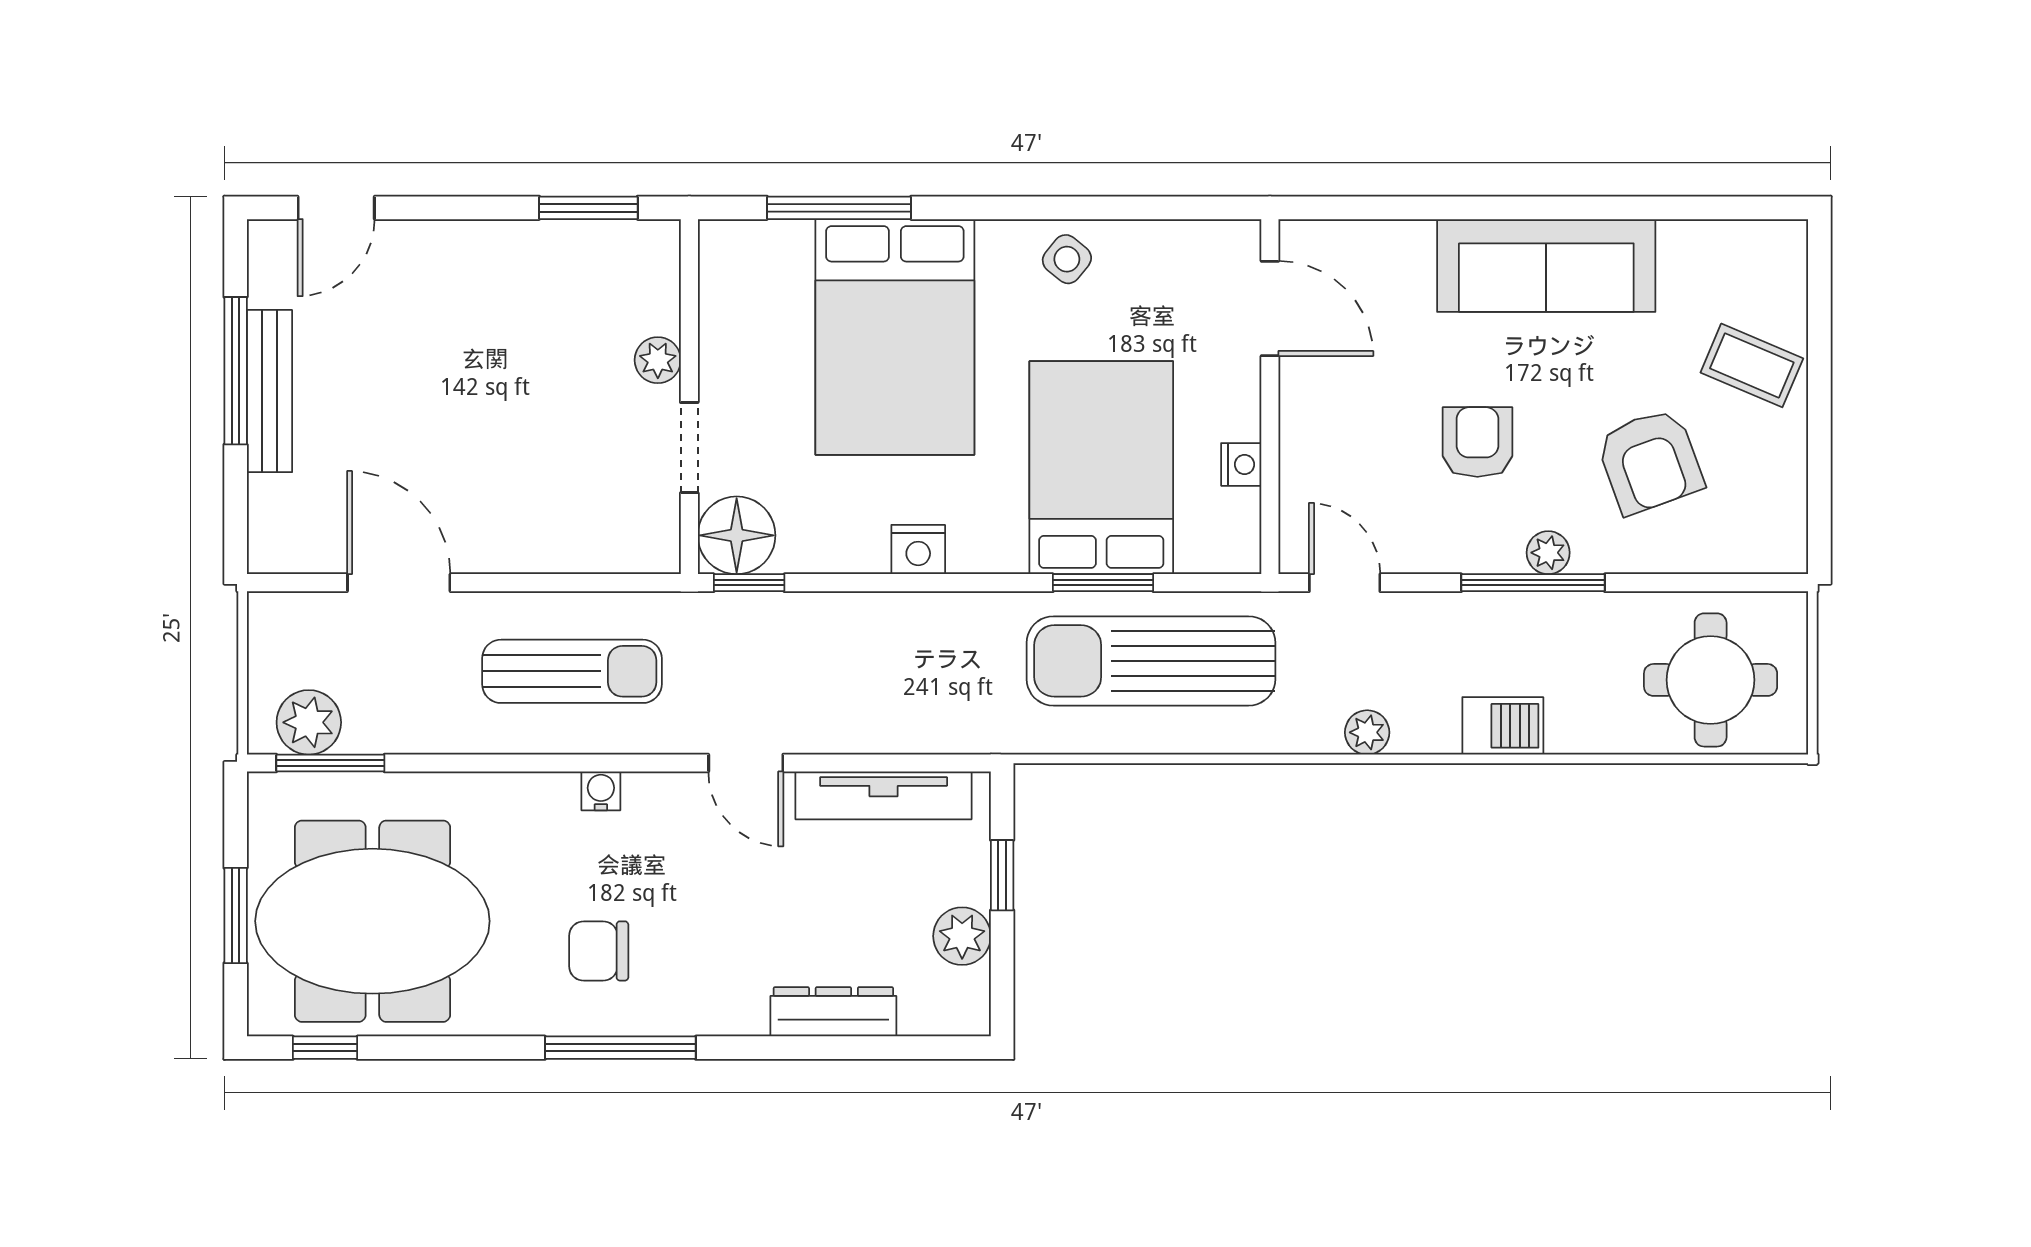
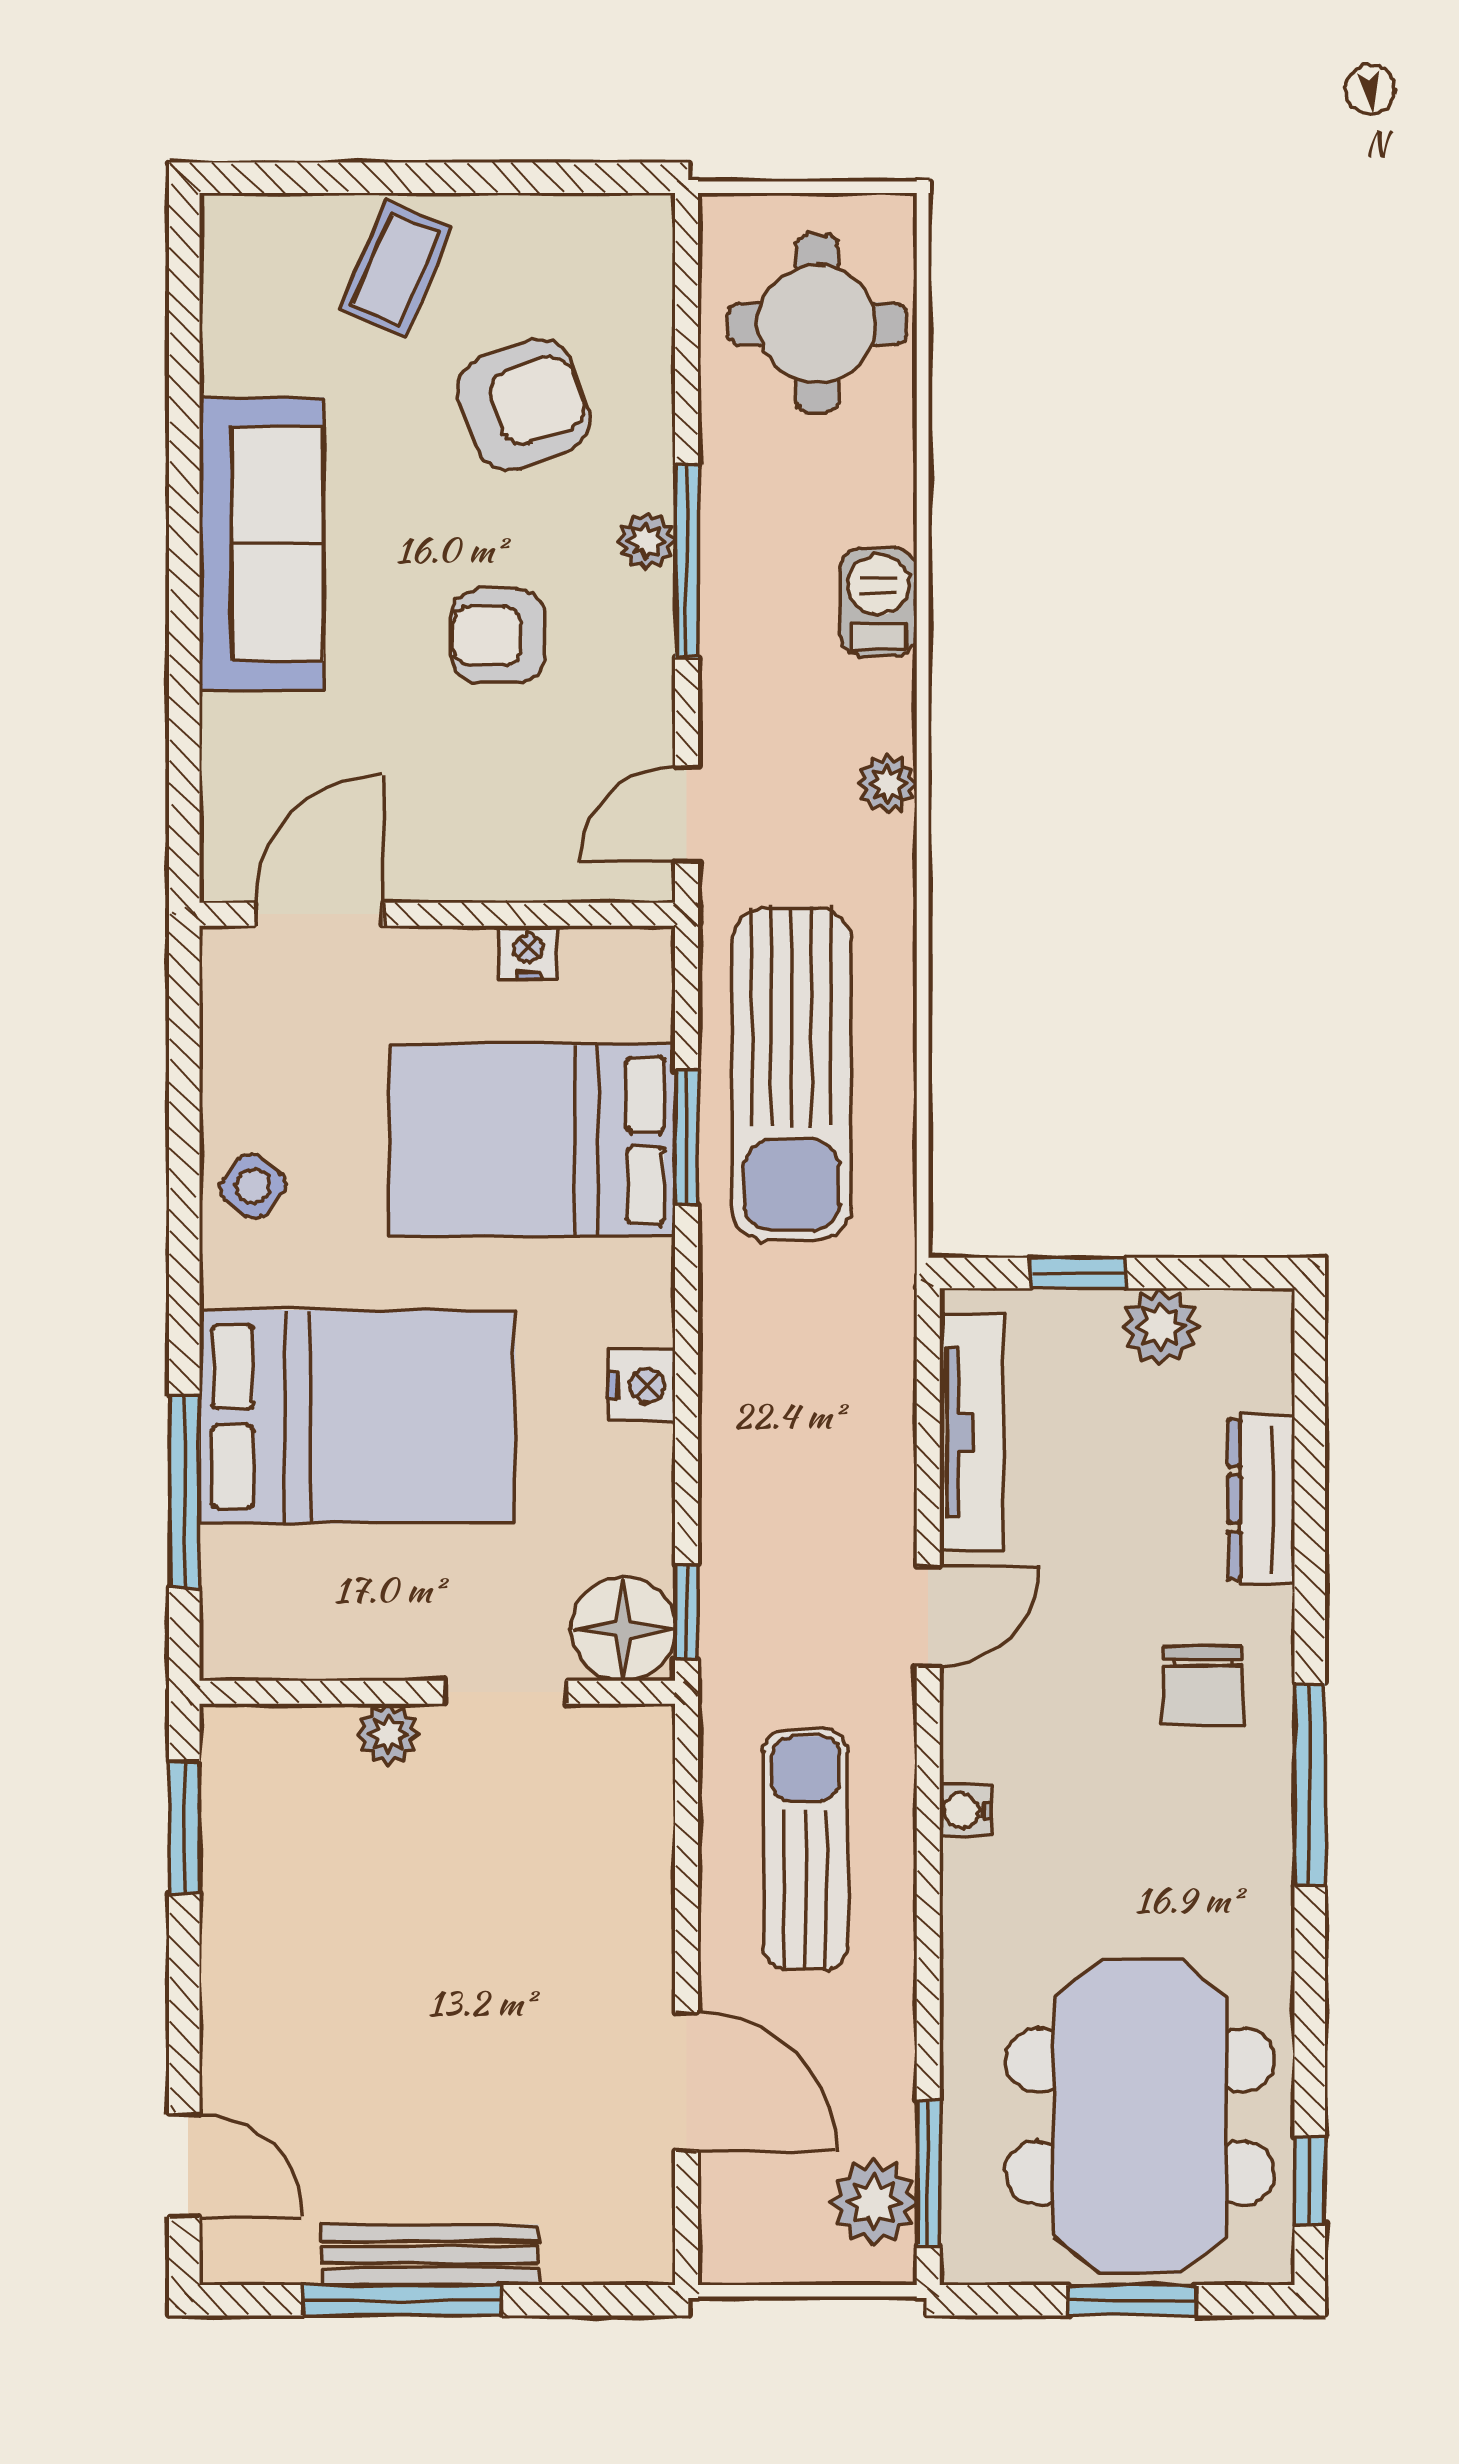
door: (399, 583) -> (687, 2082), swing flipped
chair: (599, 951) -> (1203, 1686), moved

